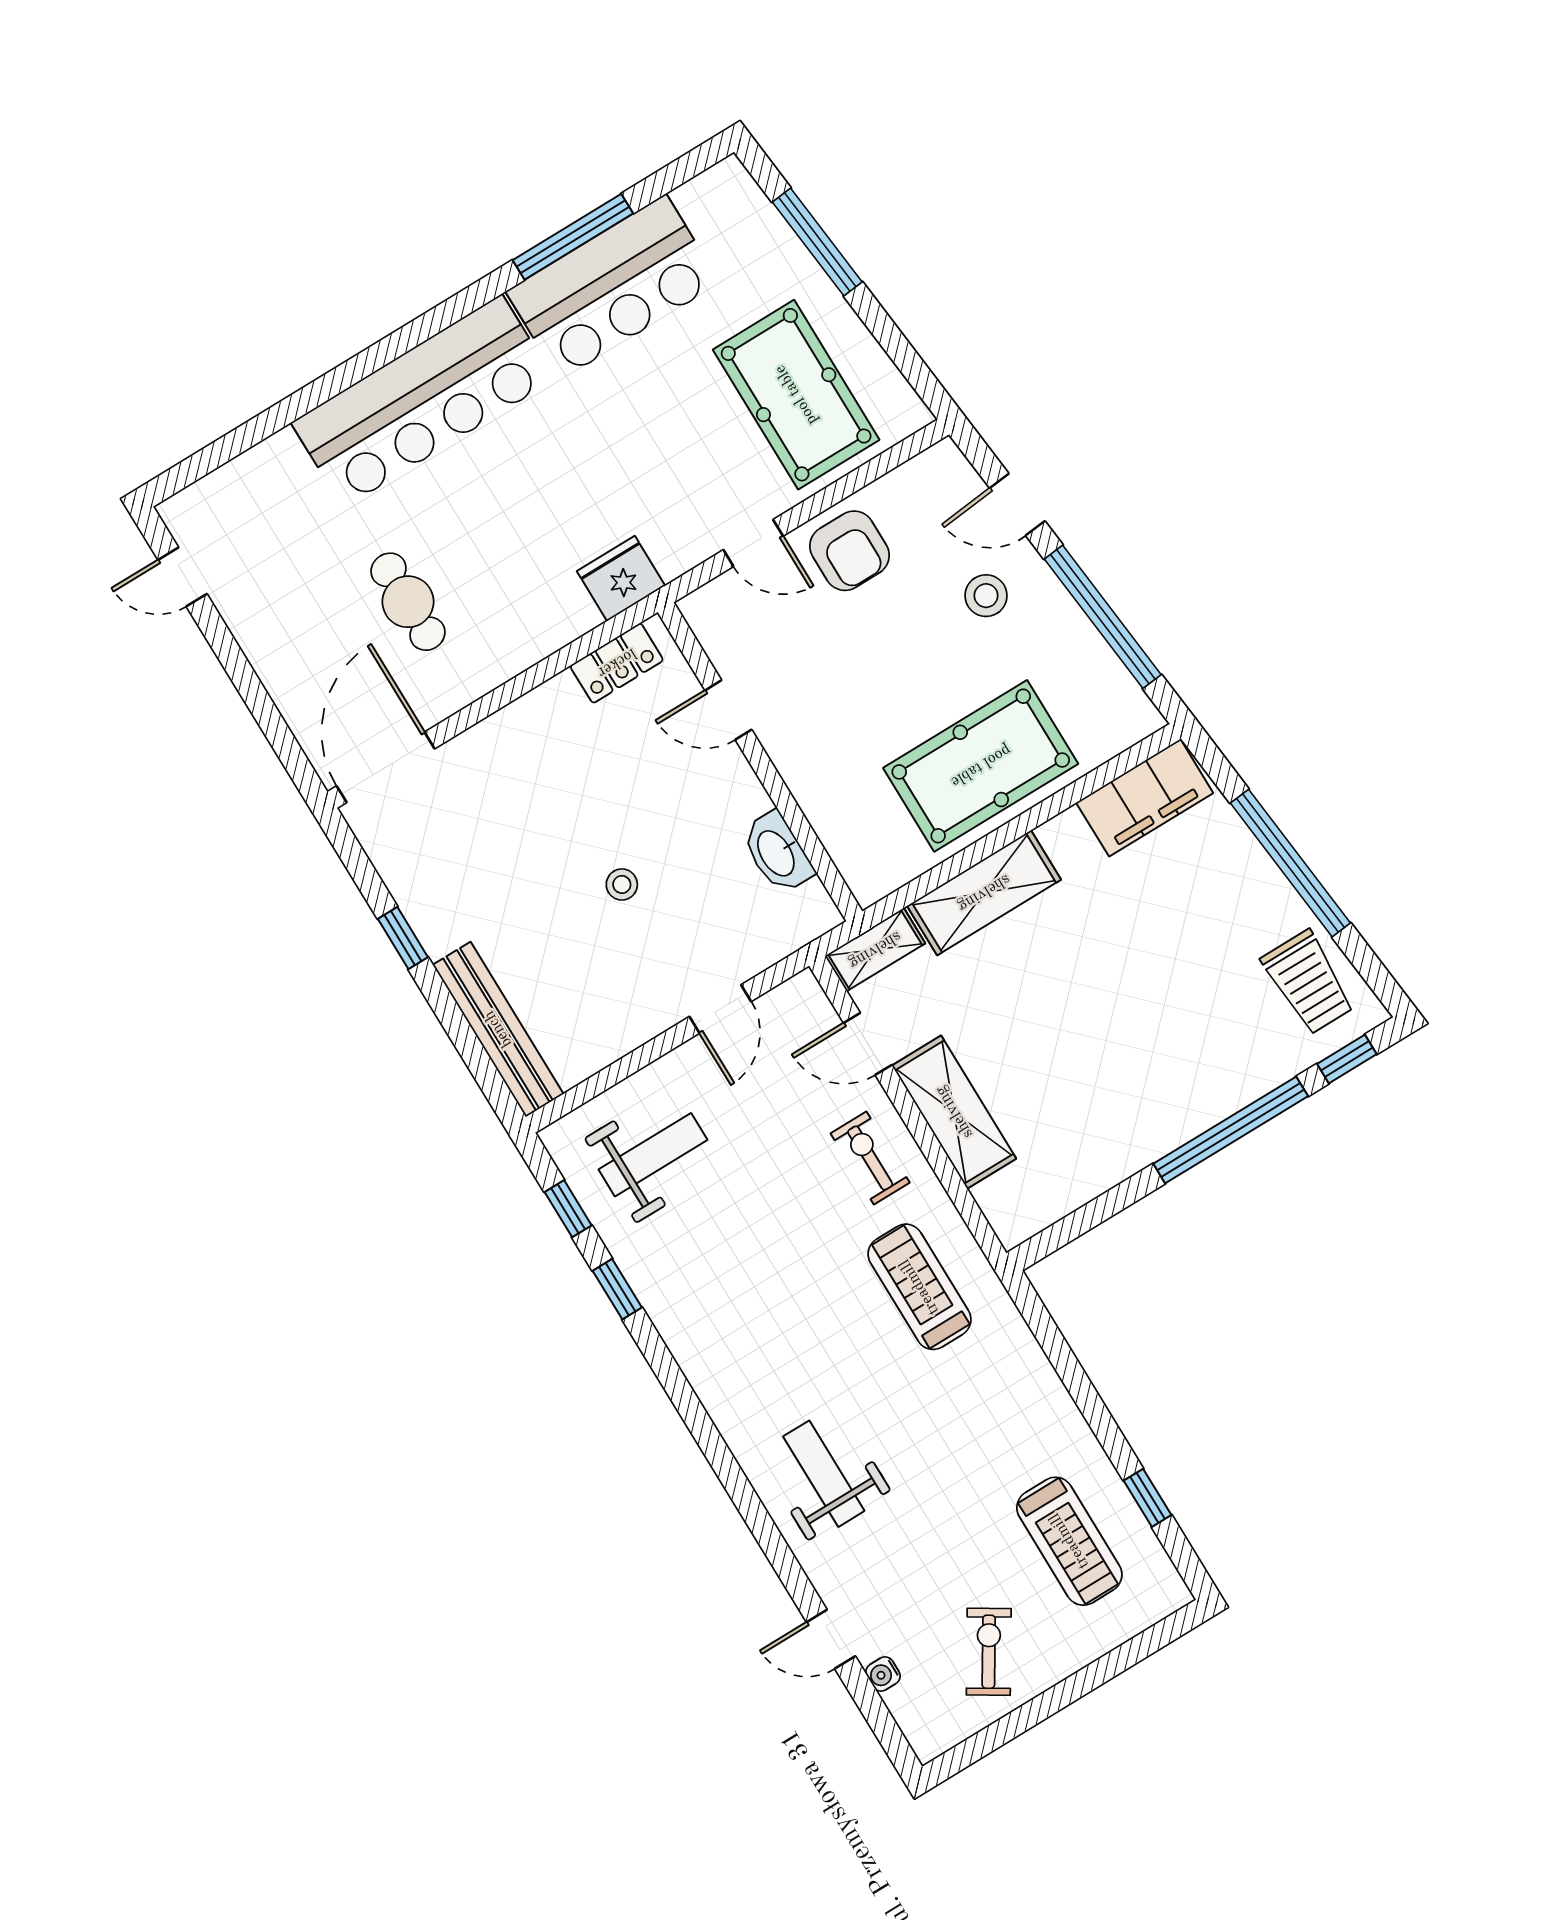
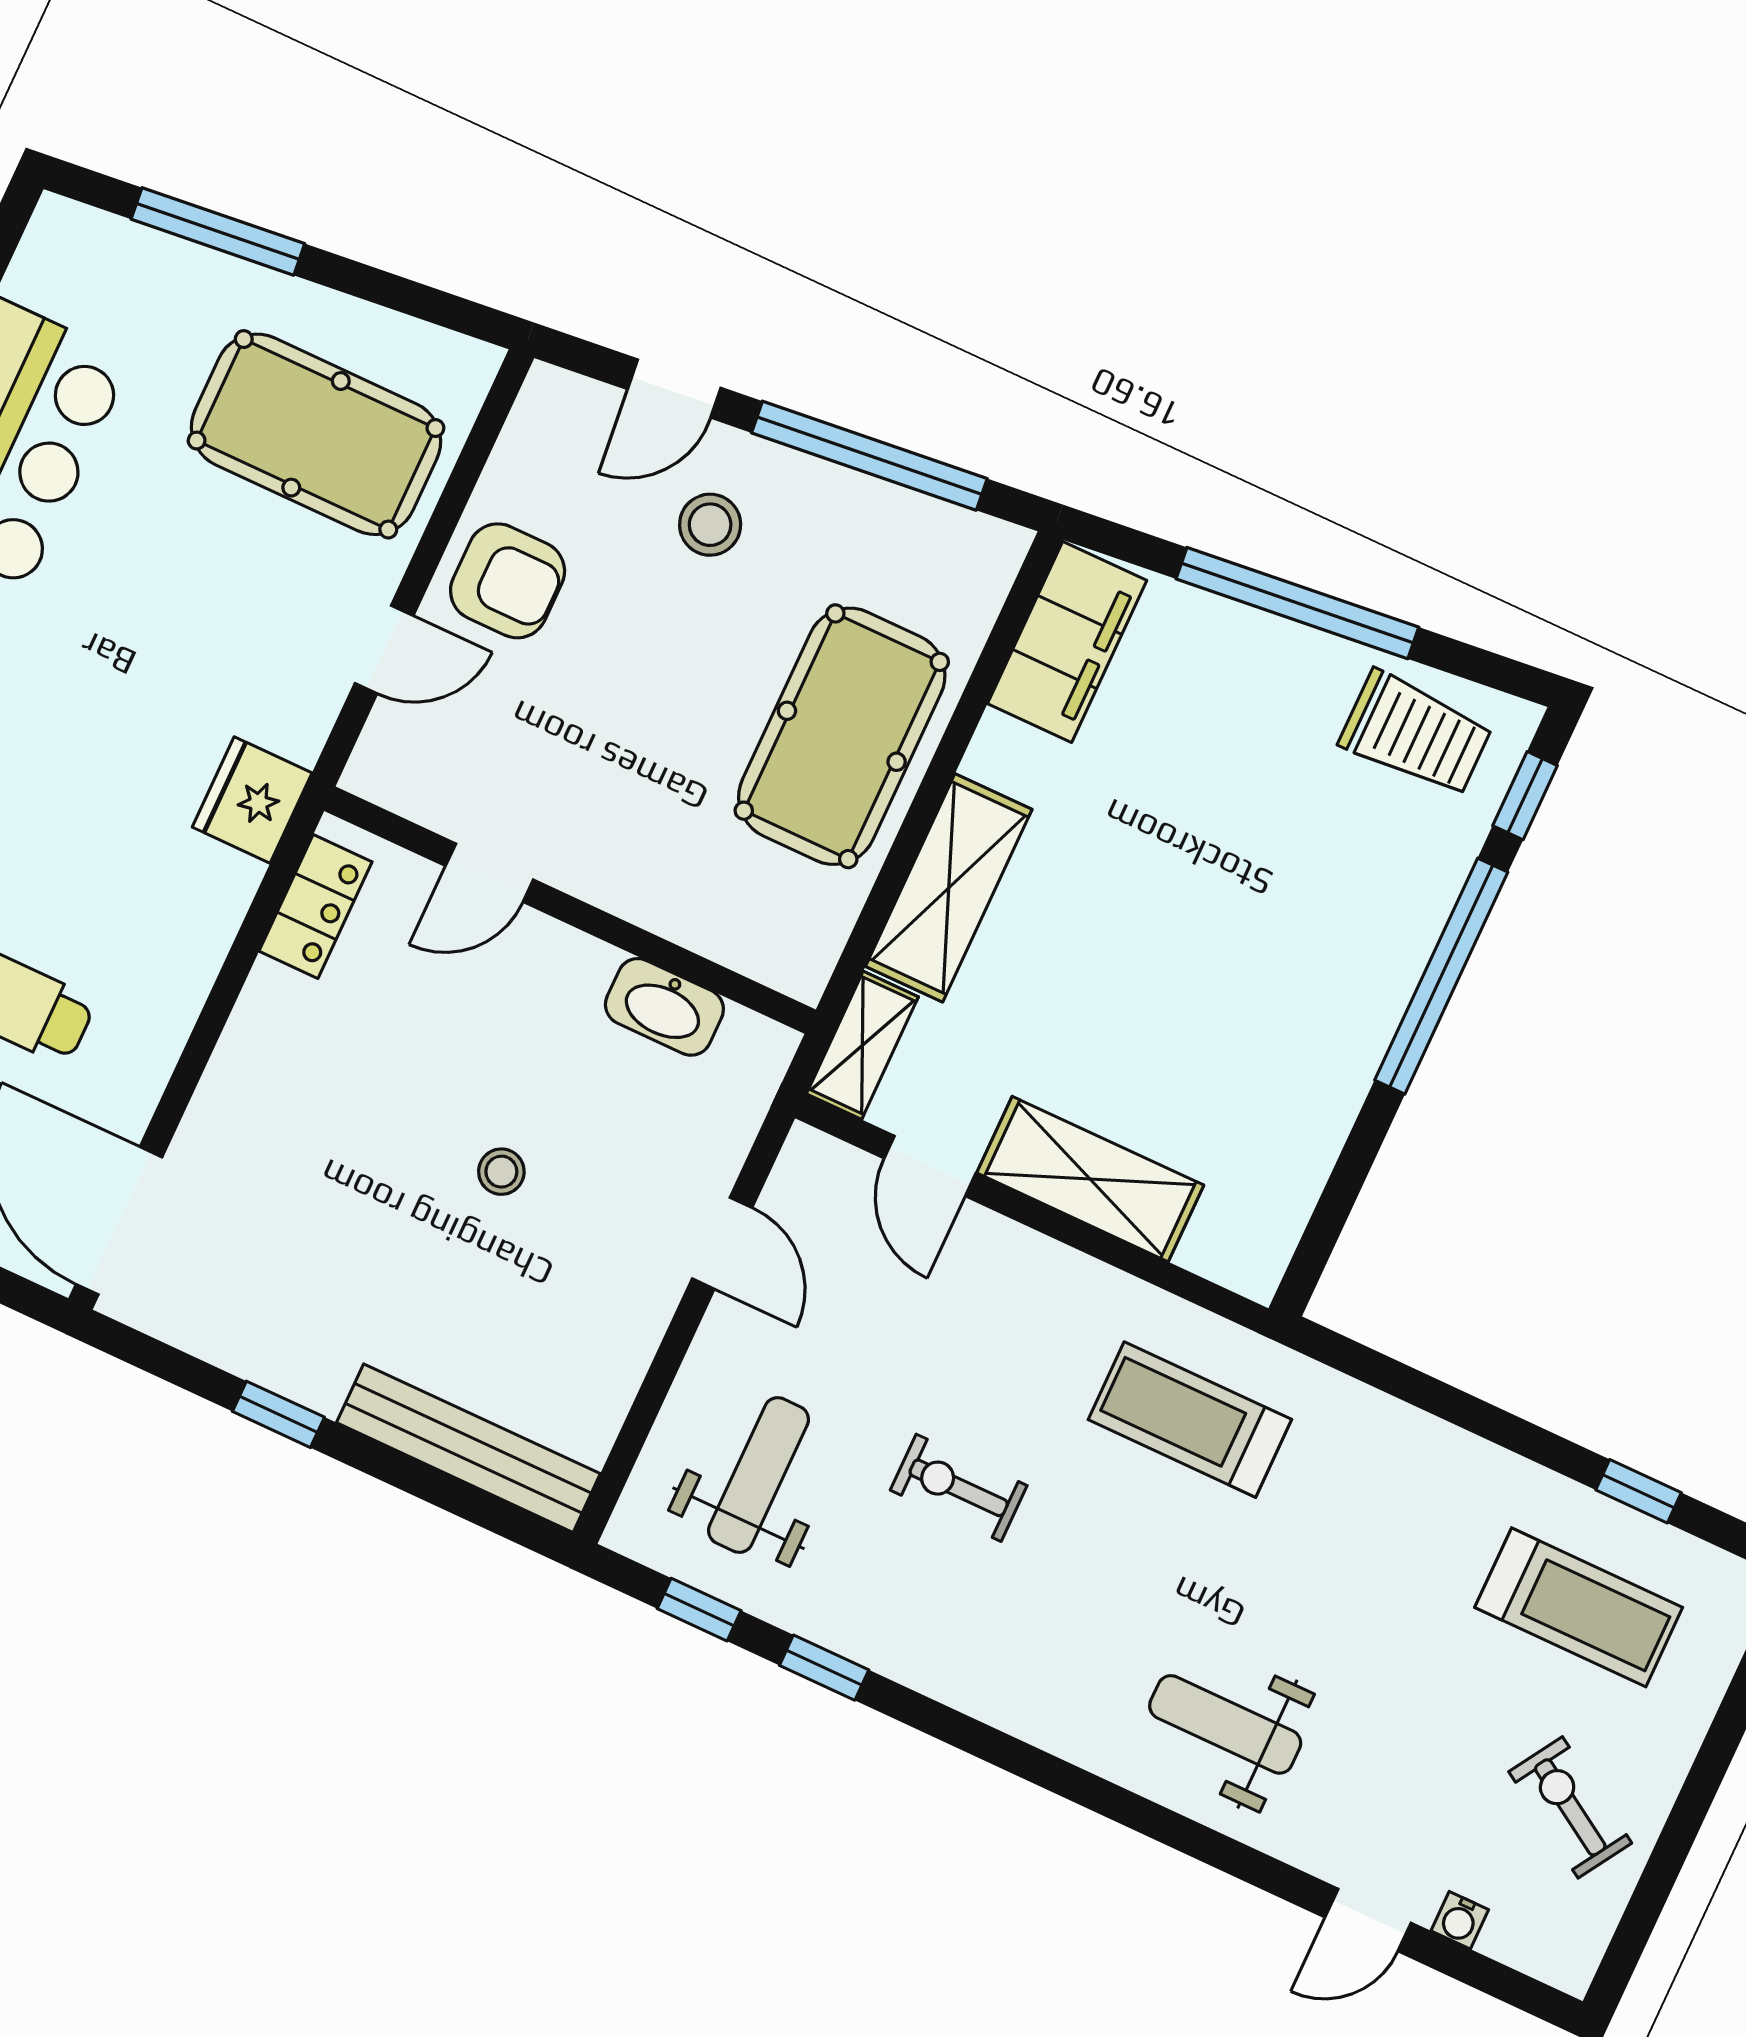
door: (868, 1044) -> (930, 1166), hinge flipped
exercise bike: (870, 1158) -> (959, 1488), moved

